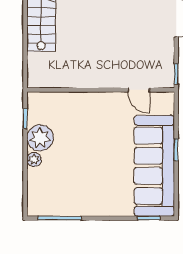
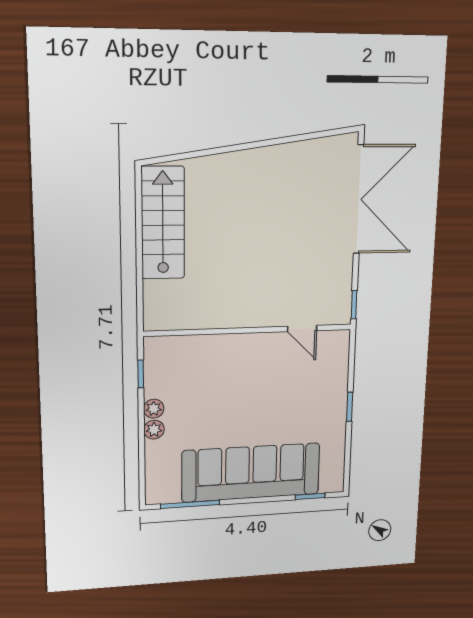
plant: (40, 138) -> (154, 409), width x0.53, depth x0.53
sofa: (154, 166) -> (251, 472), moved, turned 90

